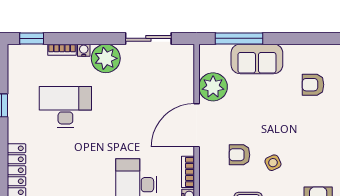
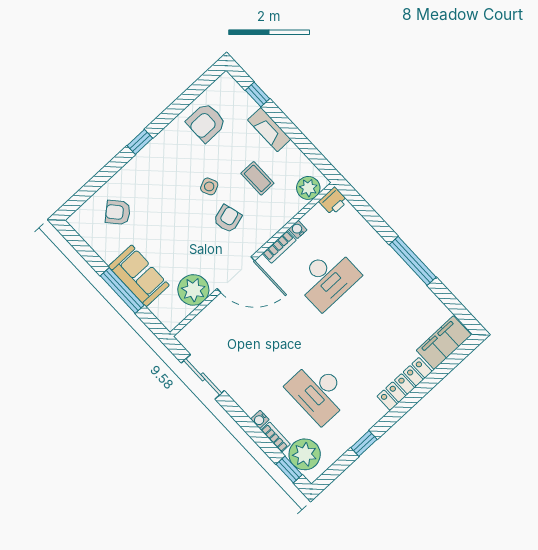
window: (239, 38) -> (122, 290), moved
plant: (106, 58) -> (305, 454), moved
armchair: (313, 85) -> (118, 212), turned 139
armchair: (240, 155) -> (228, 219), turned -106

